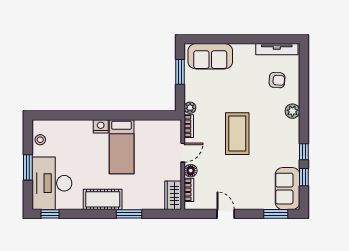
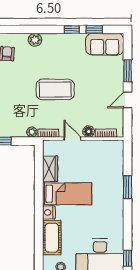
wardrobe: (173, 195) -> (50, 169), moved, turned -90
cot: (103, 199) -> (52, 238), moved
window: (276, 214) -> (128, 71), moved

